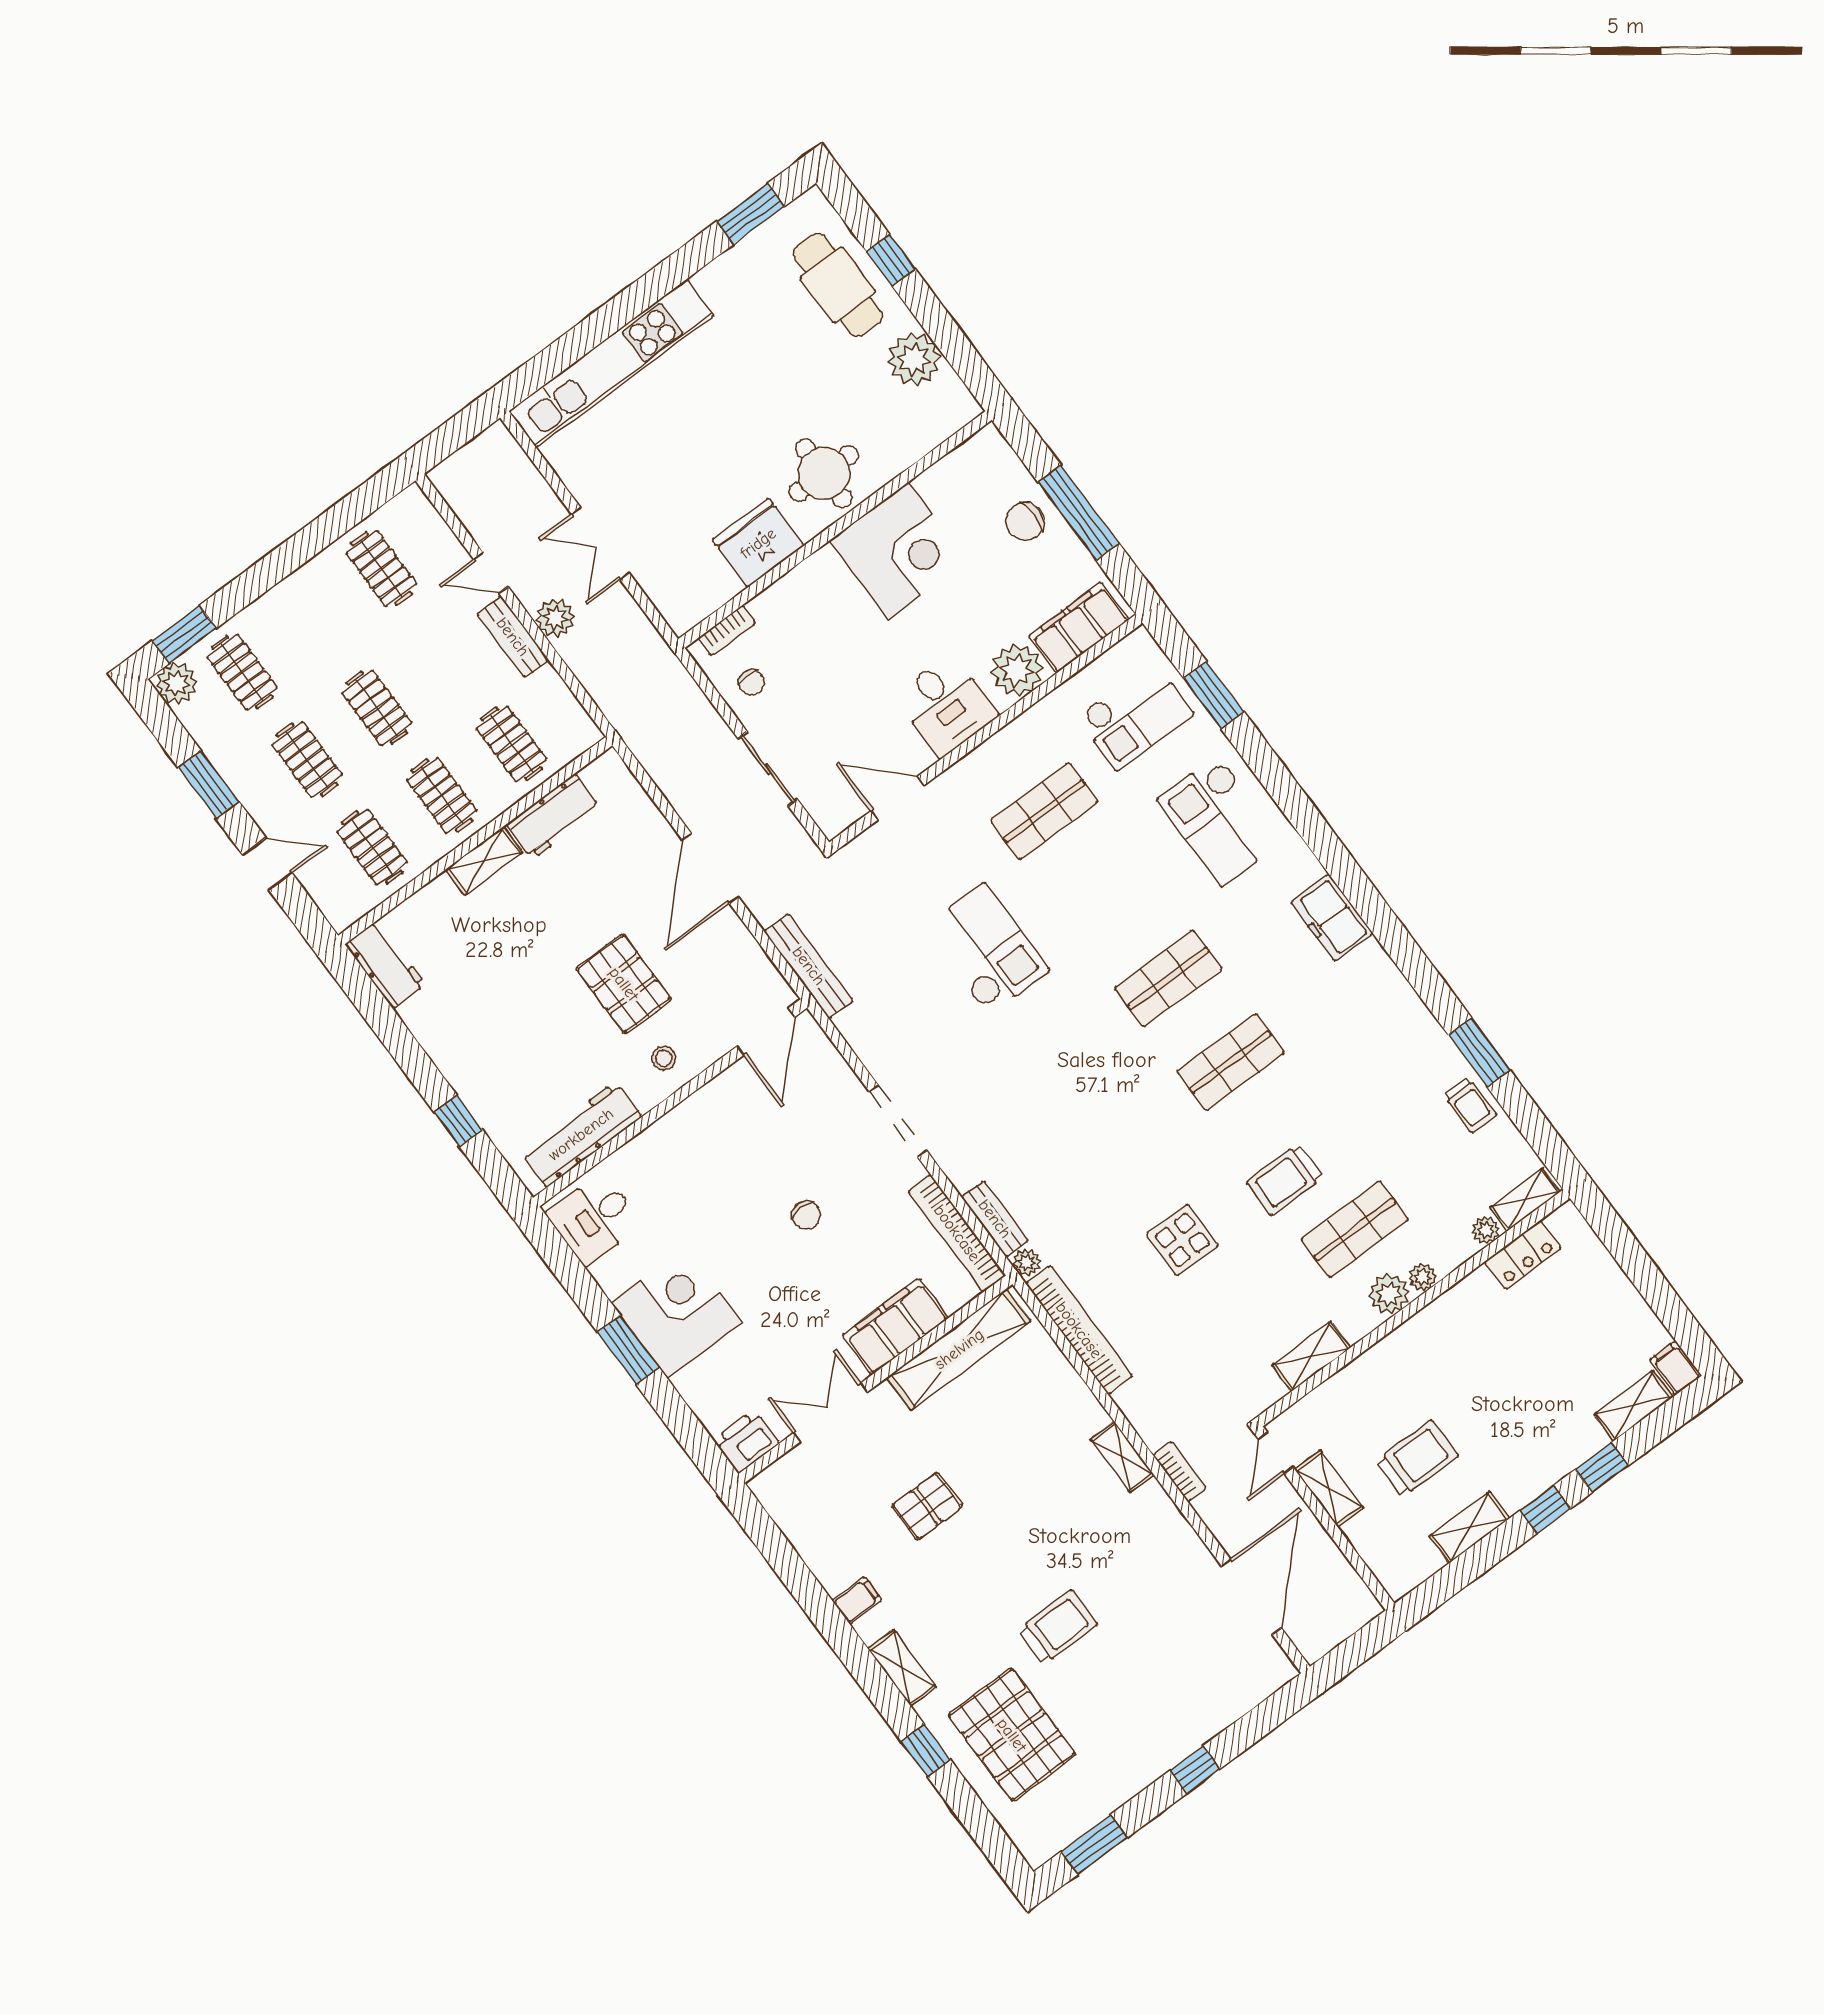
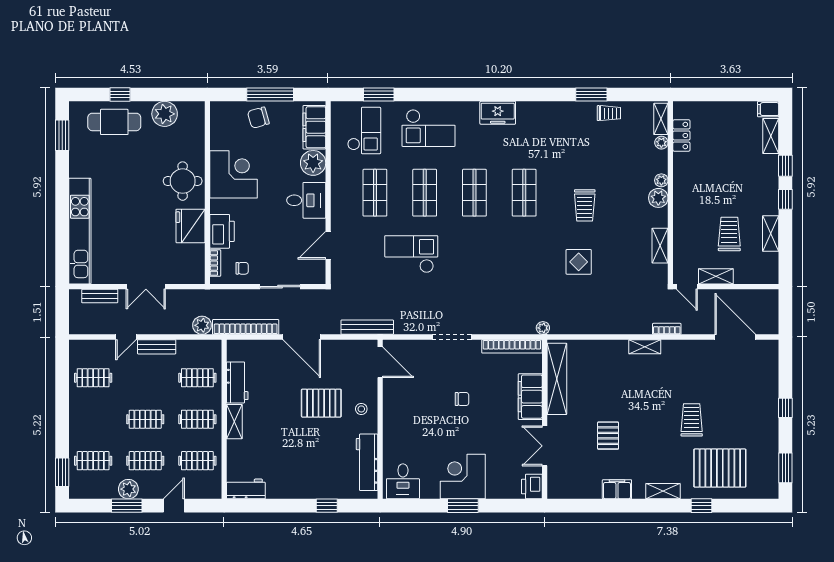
chair: (1025, 522) -> (258, 118), turned 74
printer: (789, 602) -> (222, 231), added
plant: (555, 618) -> (202, 325), moved
plant: (176, 683) -> (128, 489), moved
bench: (995, 1219) -> (100, 296), moved
shop shelf: (1355, 1229) -> (425, 193), moved
bookcase: (1079, 1330) -> (246, 327), moved
filing cabinet: (857, 1600) -> (617, 489), width x2.00

